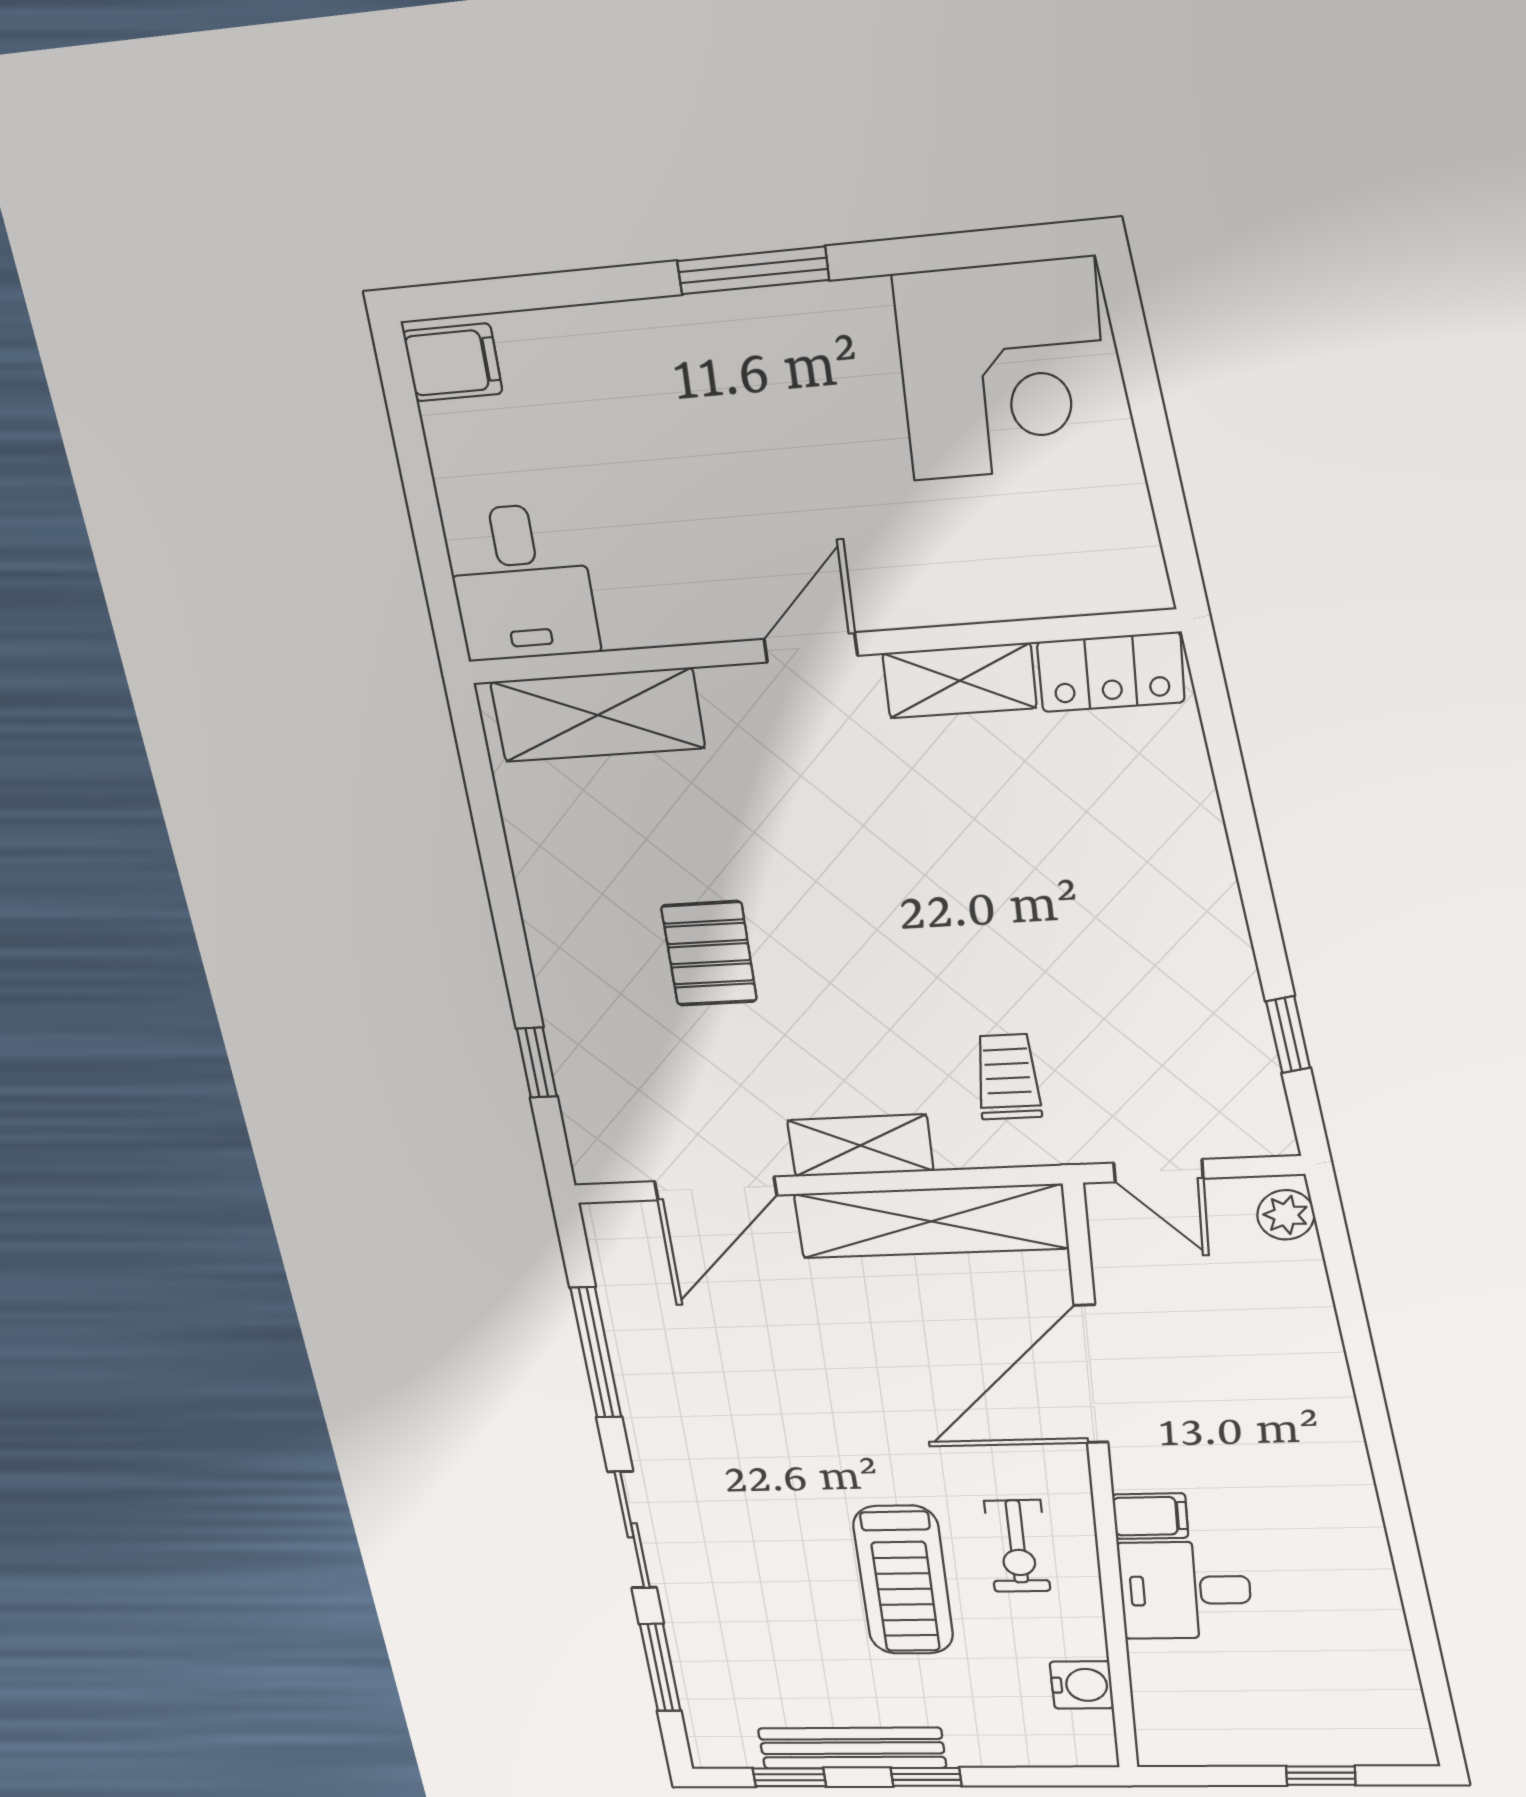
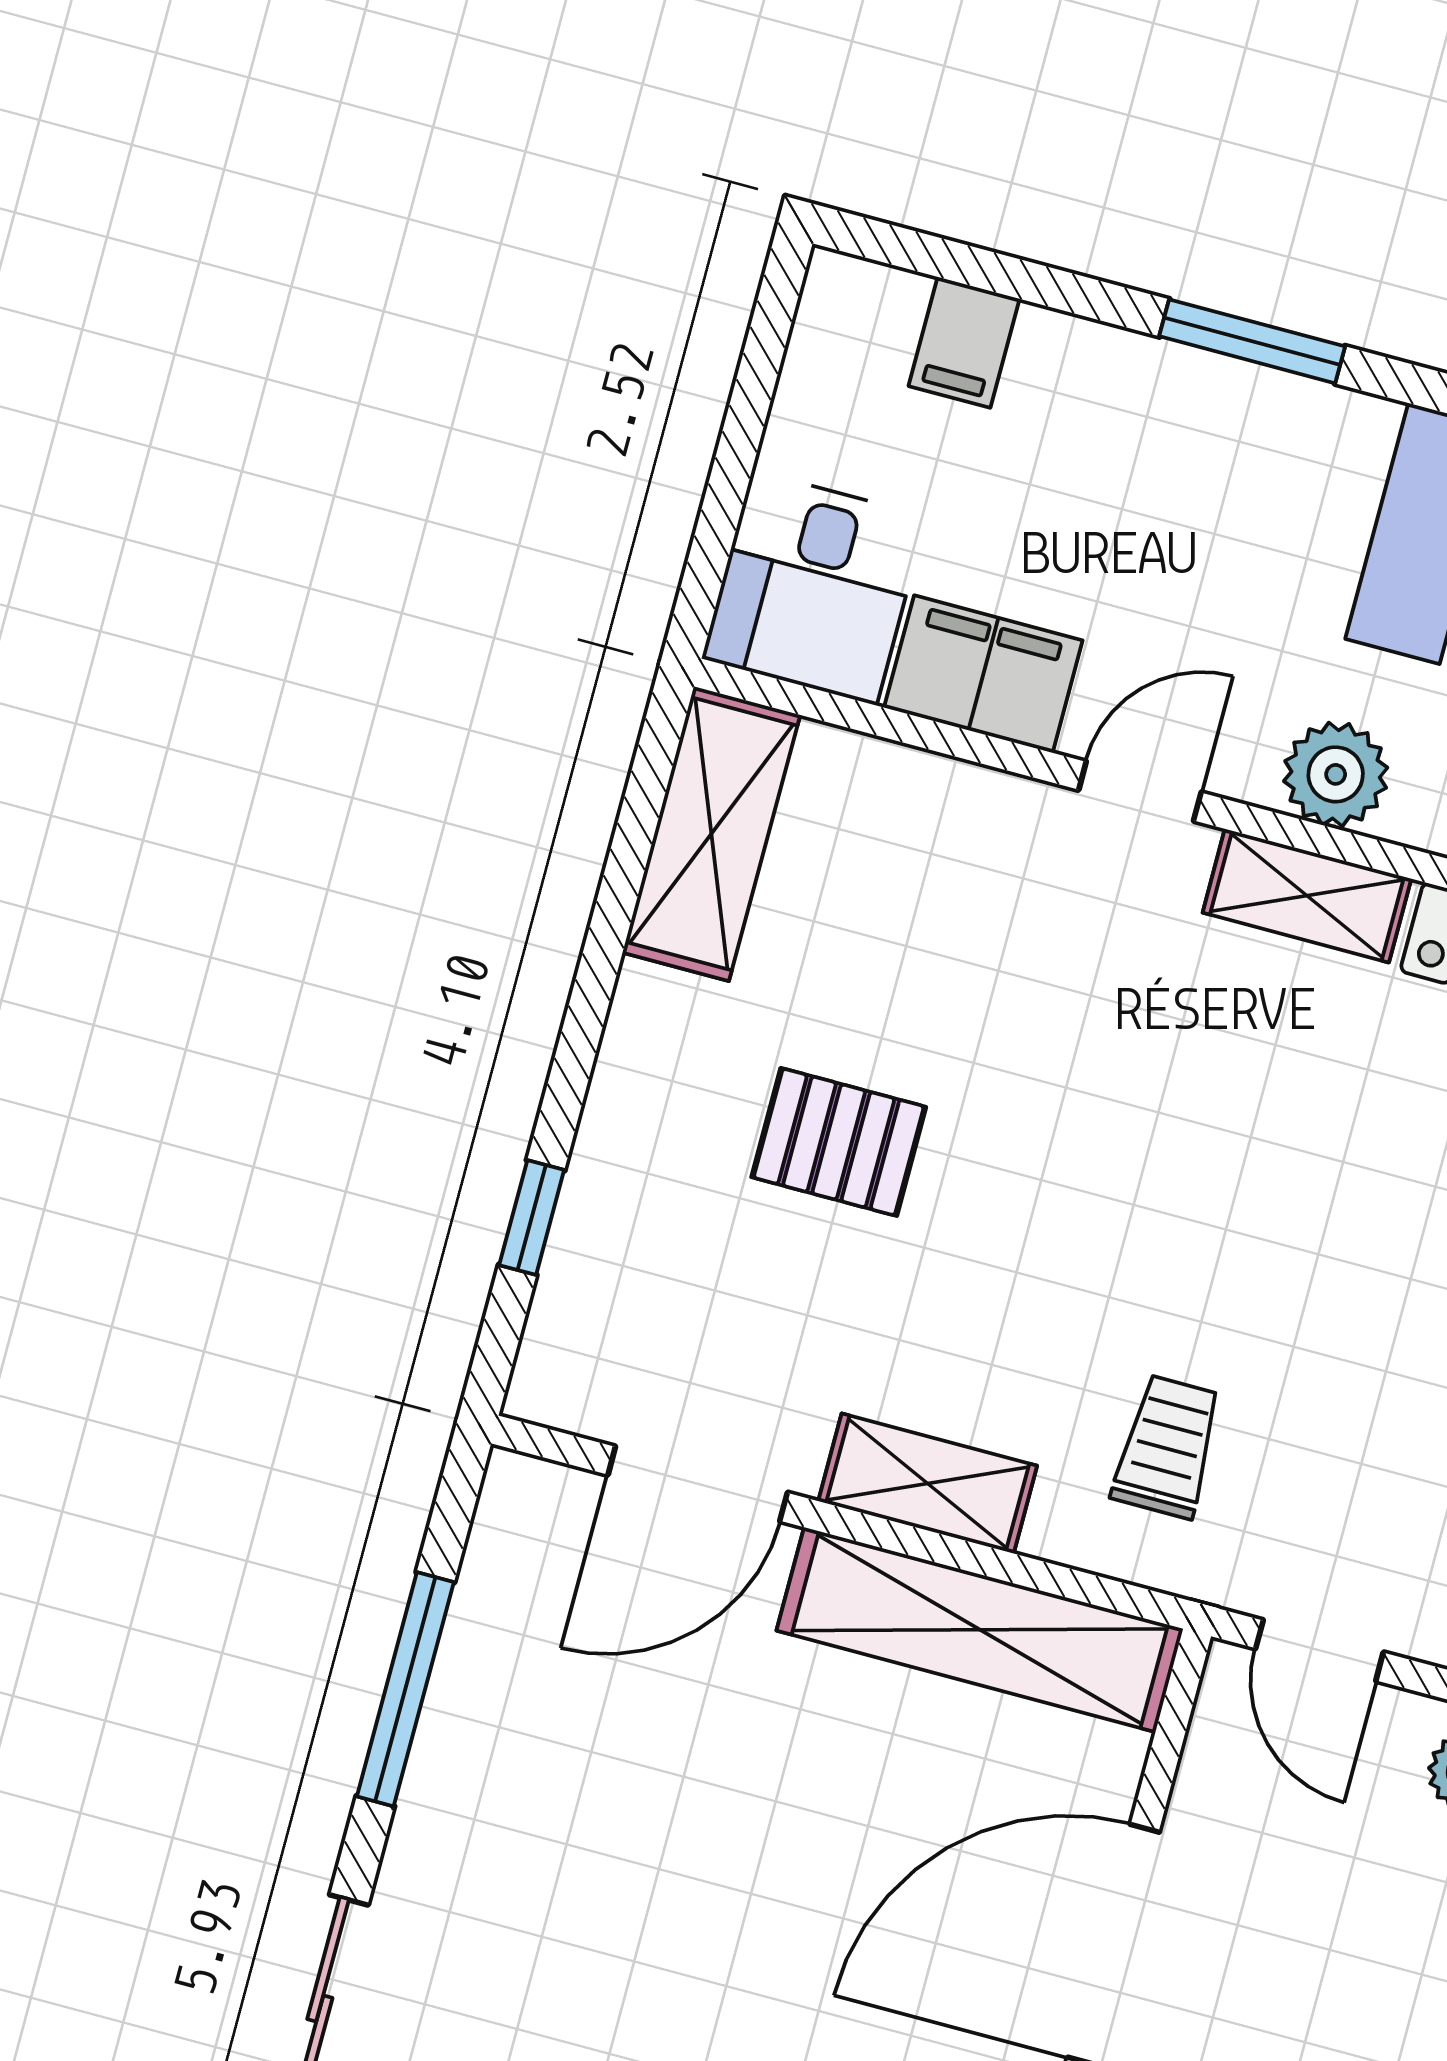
filing cabinet: (453, 362) -> (964, 342), moved, turned 90
plant: (946, 585) -> (1336, 774), added
filing cabinet: (665, 602) -> (983, 674), added
shelving: (598, 715) -> (711, 834), moved, turned 90
pallet: (709, 954) -> (839, 1142), turned 90

